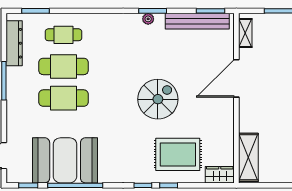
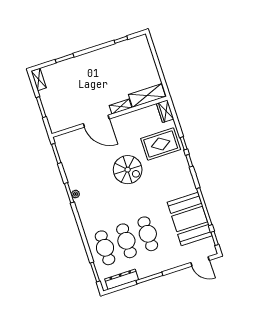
bench: (197, 21) -> (66, 160), removed
shelving: (245, 33) -> (121, 107), moved
cafe table: (63, 35) -> (105, 248), width x1.37, depth x1.35
spiral stairs: (158, 99) -> (128, 170), turned 180
rug: (178, 154) -> (161, 144), turned 90

